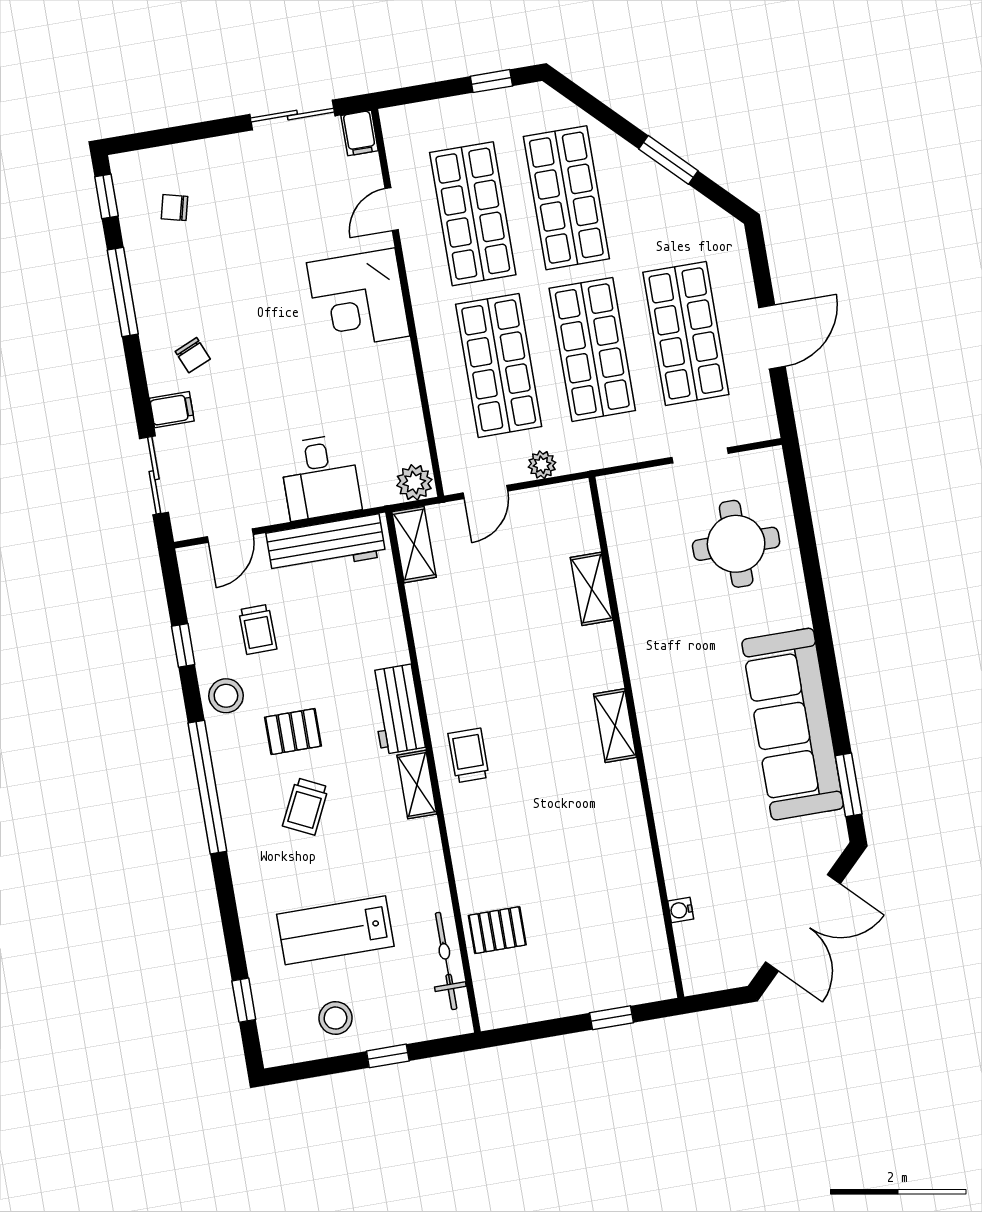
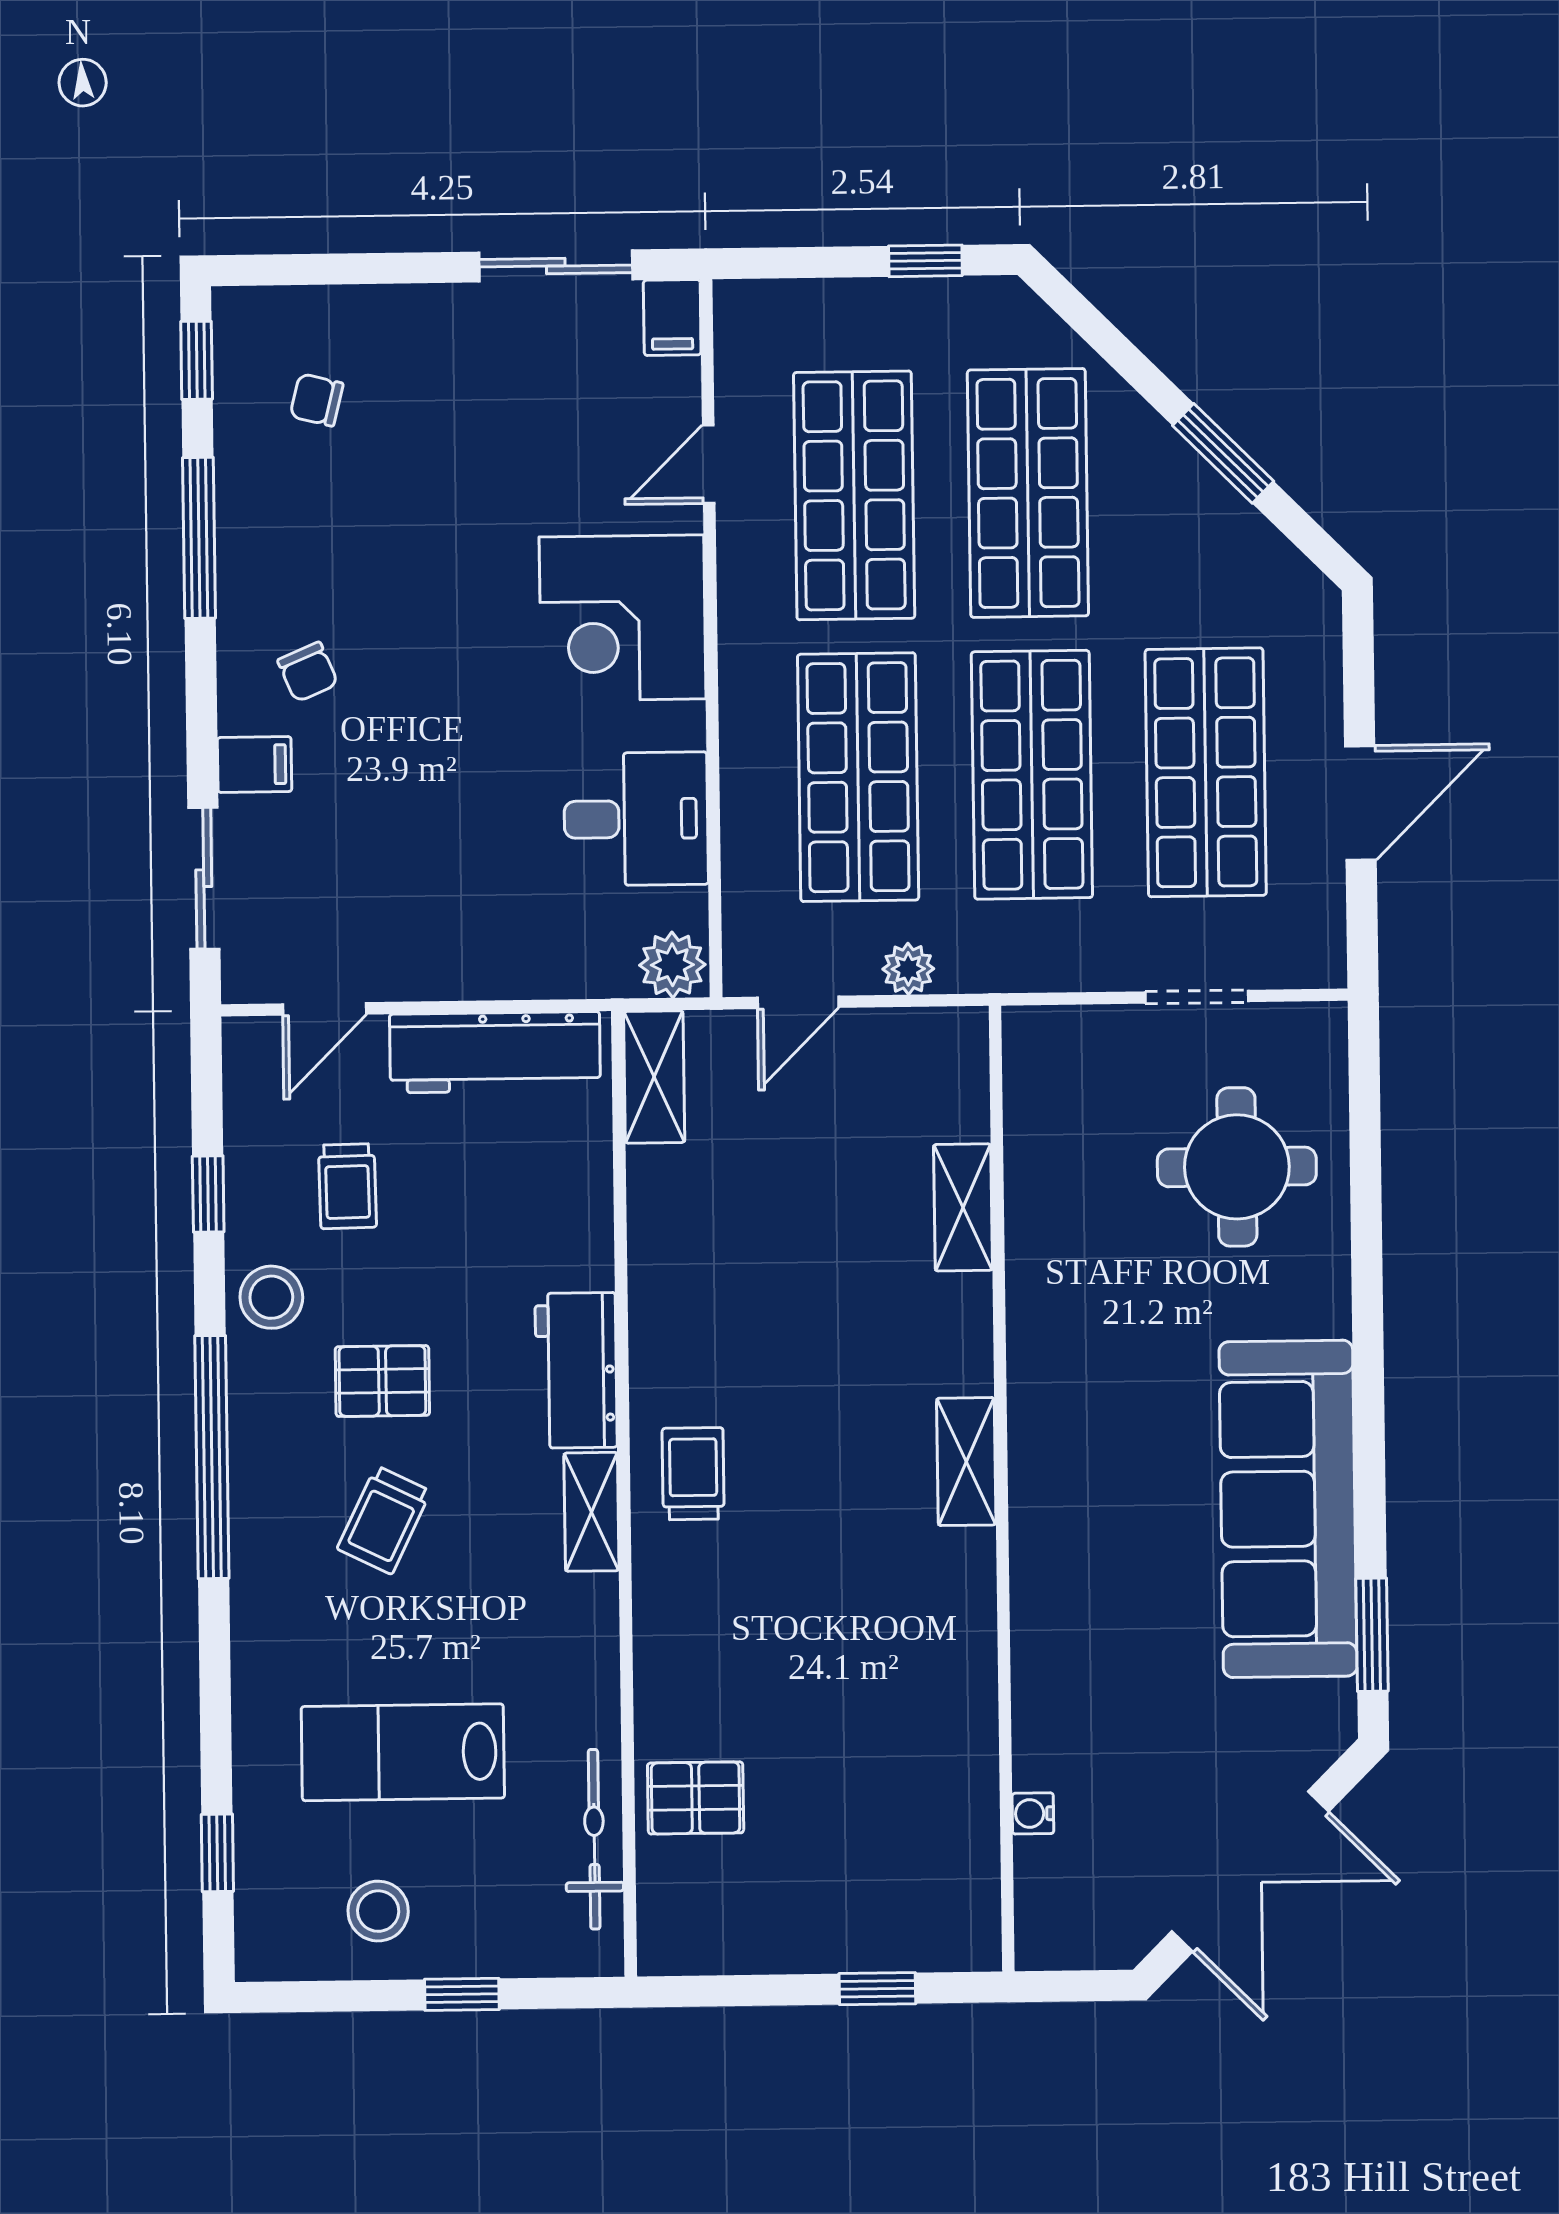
desk: (320, 477) -> (636, 819), moved, turned -90

